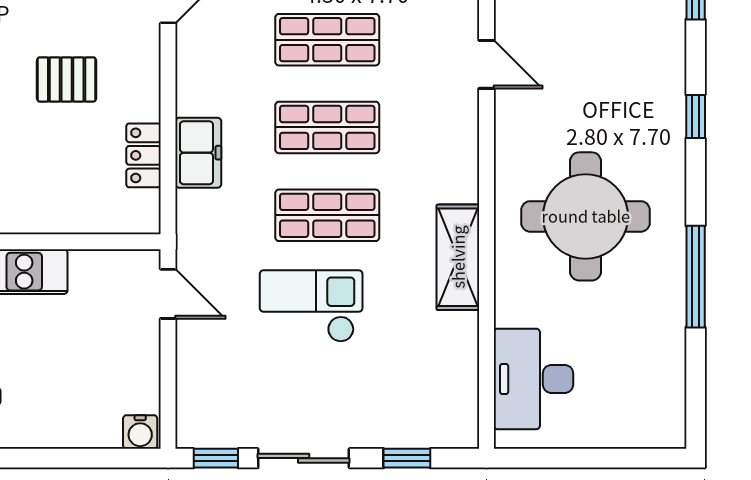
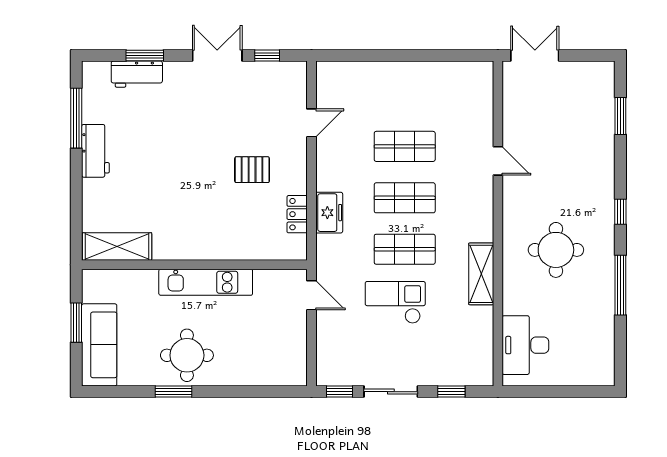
window: (696, 116) -> (620, 212), moved
round table: (586, 216) -> (556, 250), width x0.73, depth x0.73
water cooler: (140, 432) -> (295, 376), removed

